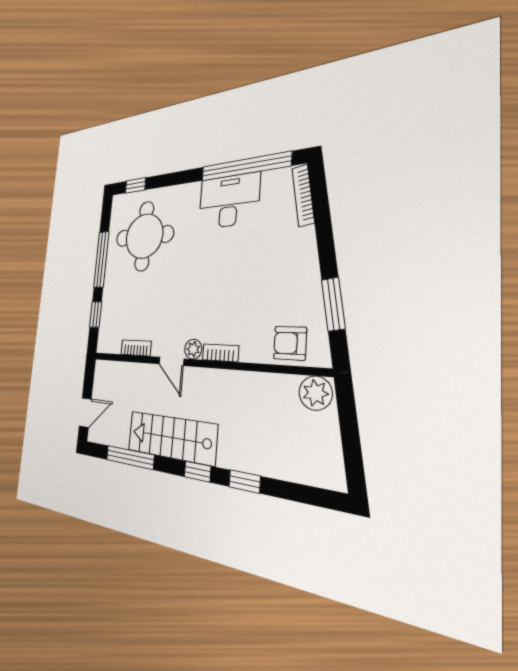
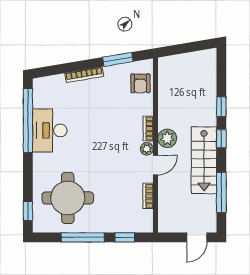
bookcase: (303, 195) -> (84, 75), moved
plant: (316, 393) -> (167, 138), moved
door: (85, 413) -> (197, 237), swing flipped

